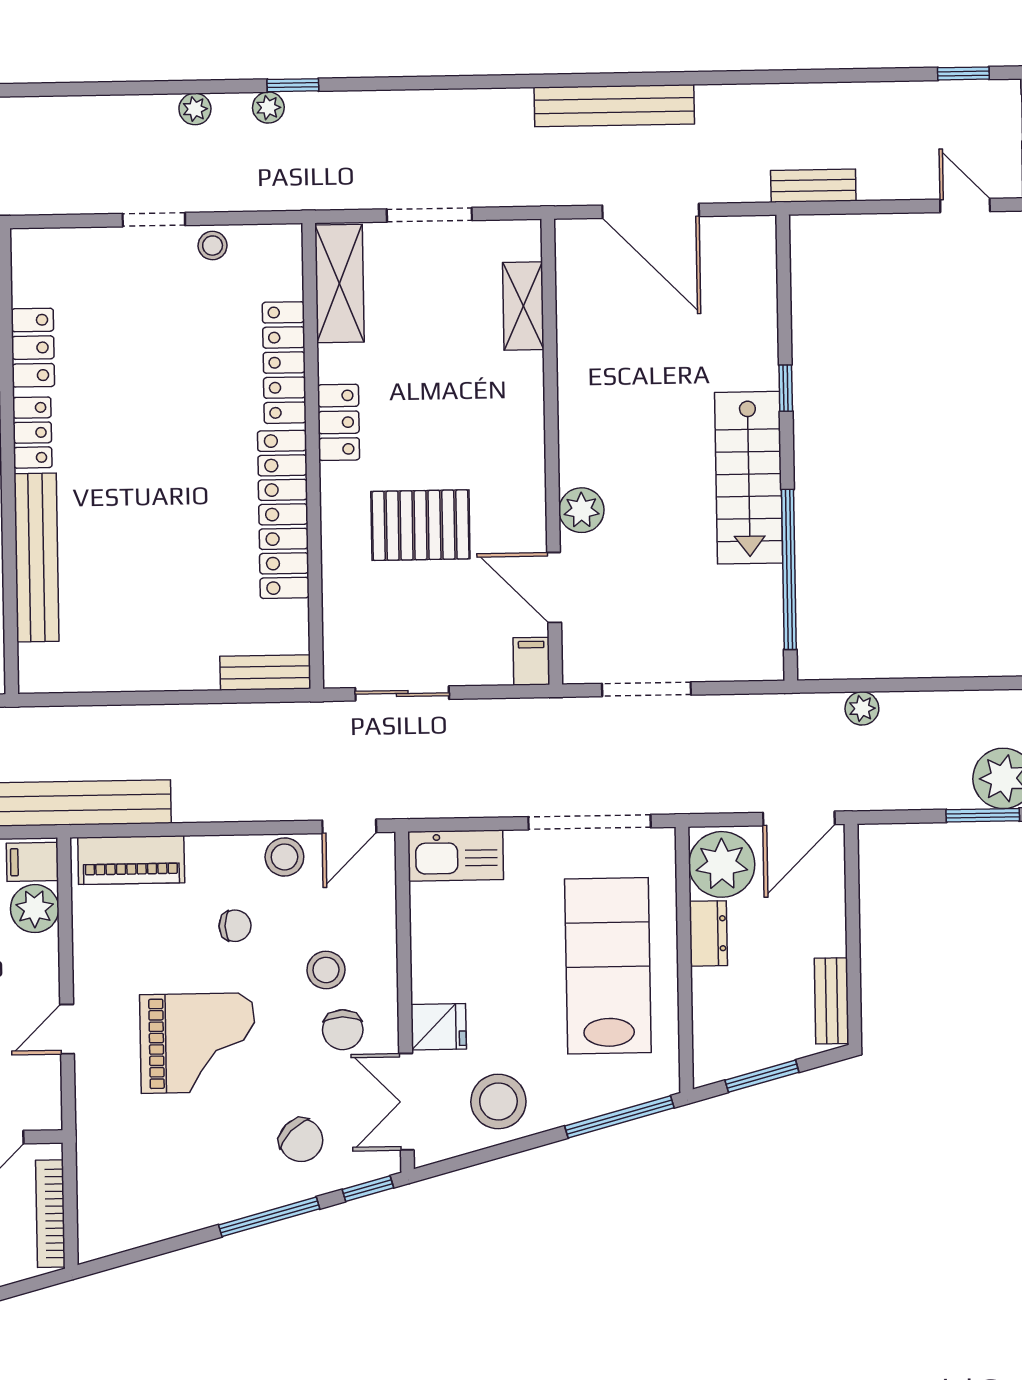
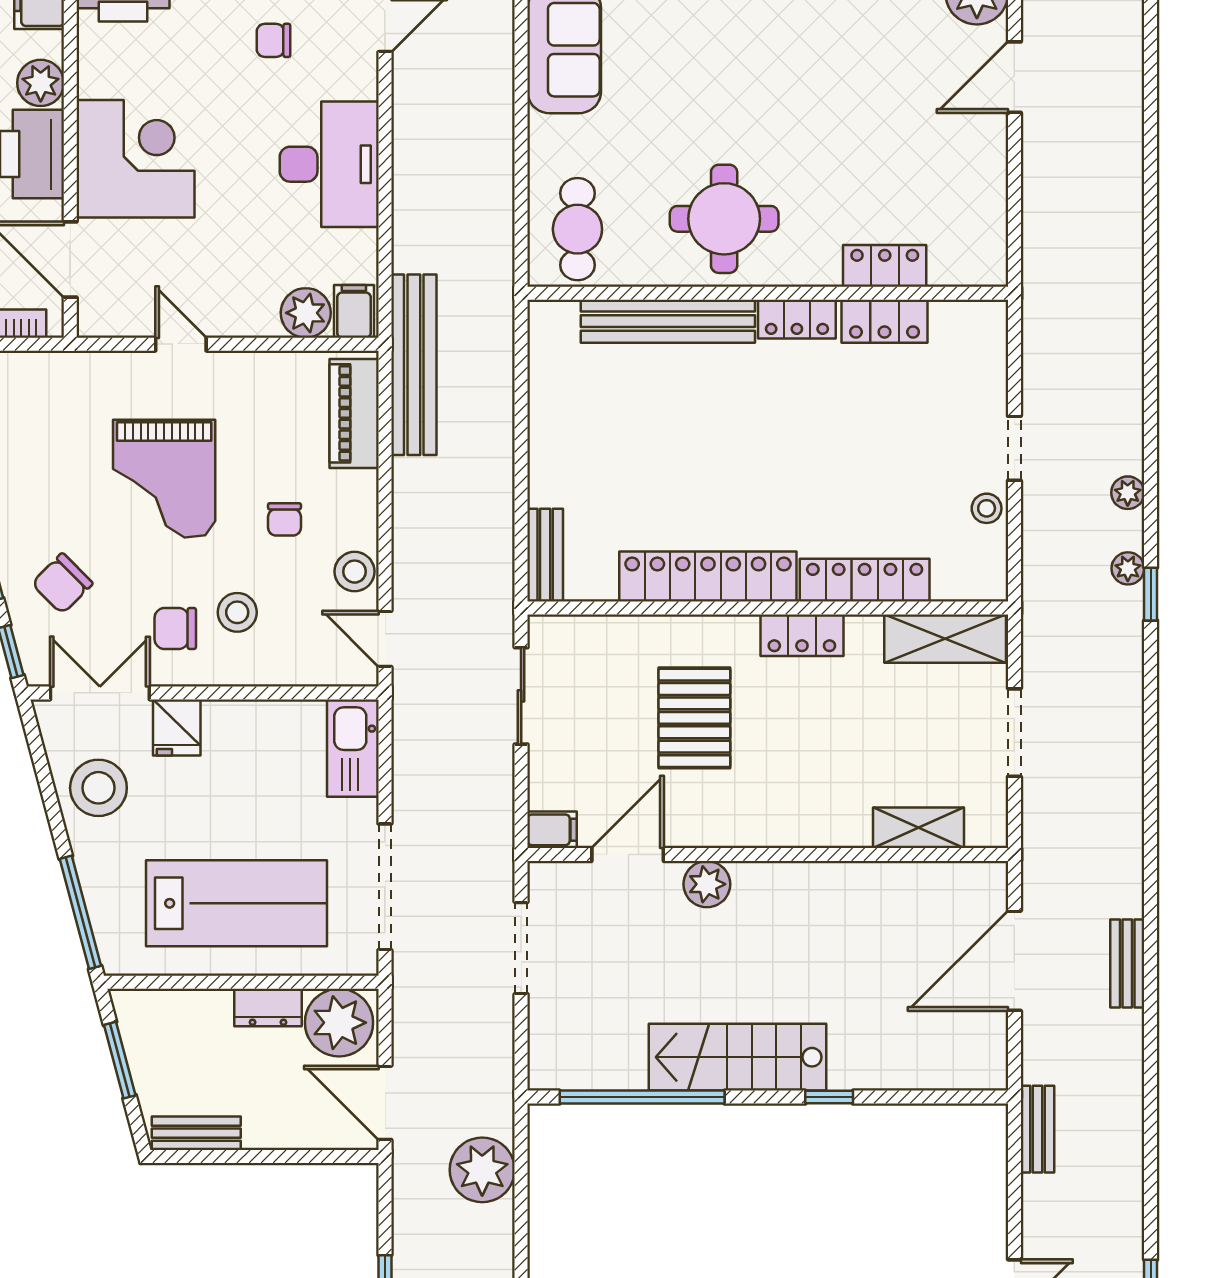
bench: (614, 106) -> (1127, 963), width x0.54, depth x0.82
plant: (862, 708) -> (482, 1170), width x1.88, depth x1.88

